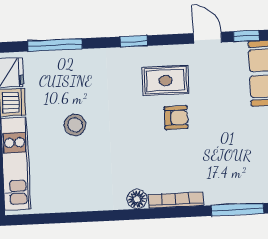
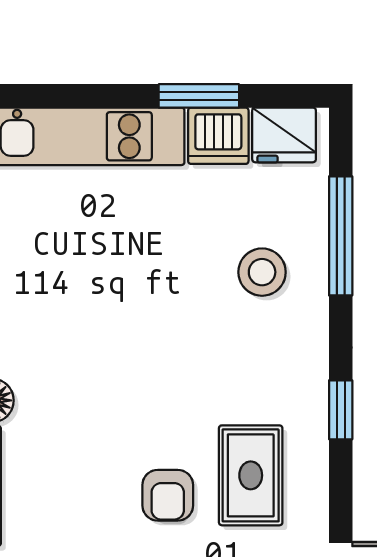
stool: (75, 125) -> (262, 272), moved

